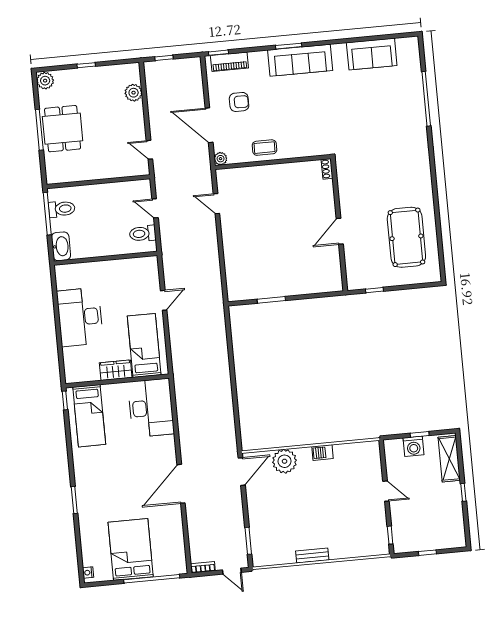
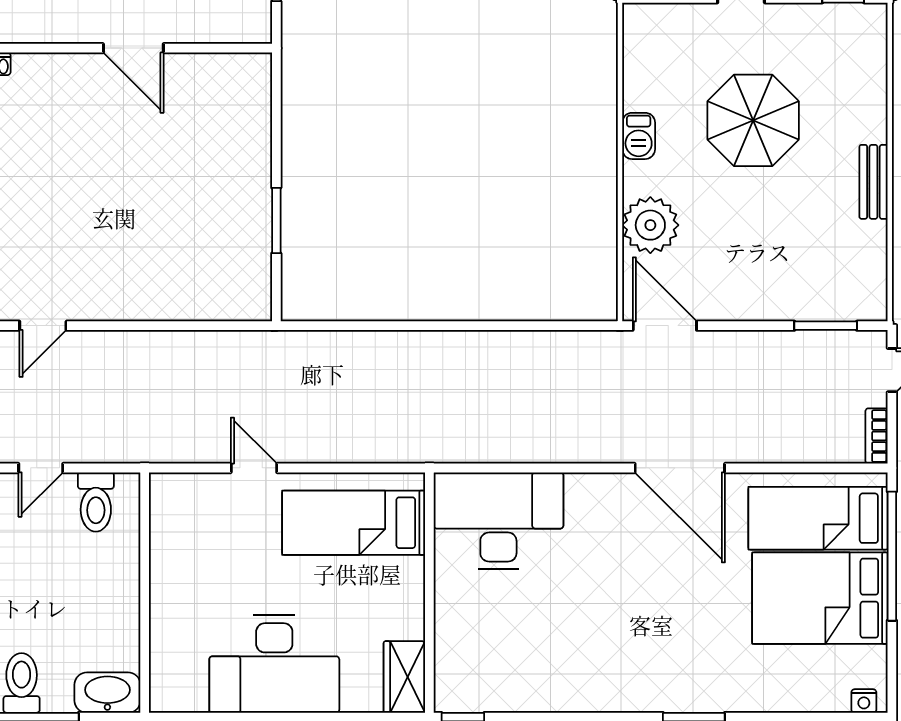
wardrobe: (116, 370) -> (404, 677), moved
bed: (89, 416) -> (818, 518), moved, turned 180
parasol: (334, 501) -> (753, 120), added

